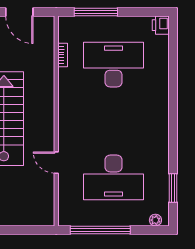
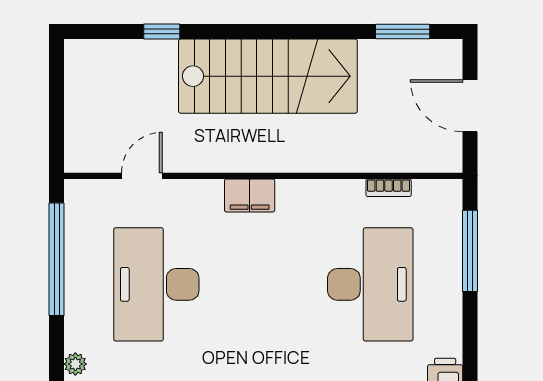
door: (19, 12) -> (470, 106), hinge flipped
filing cabinet: (67, 128) -> (250, 195), added
door: (56, 163) -> (142, 176), moved

